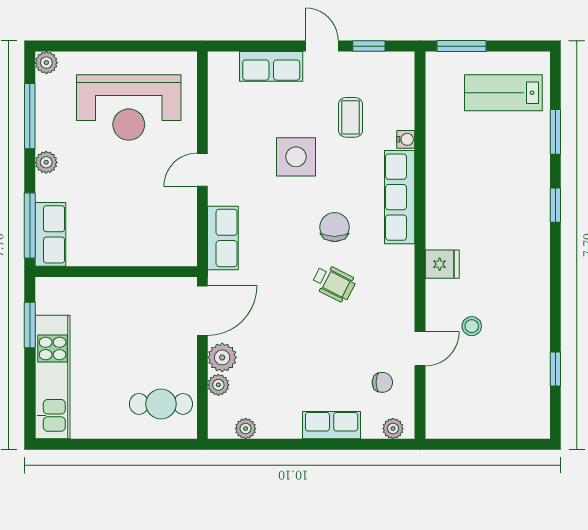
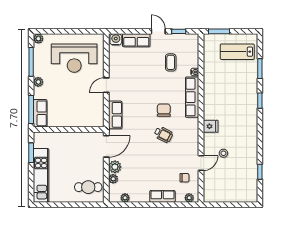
water cooler: (224, 65) -> (116, 39), added
side table: (296, 157) -> (147, 80), removed

